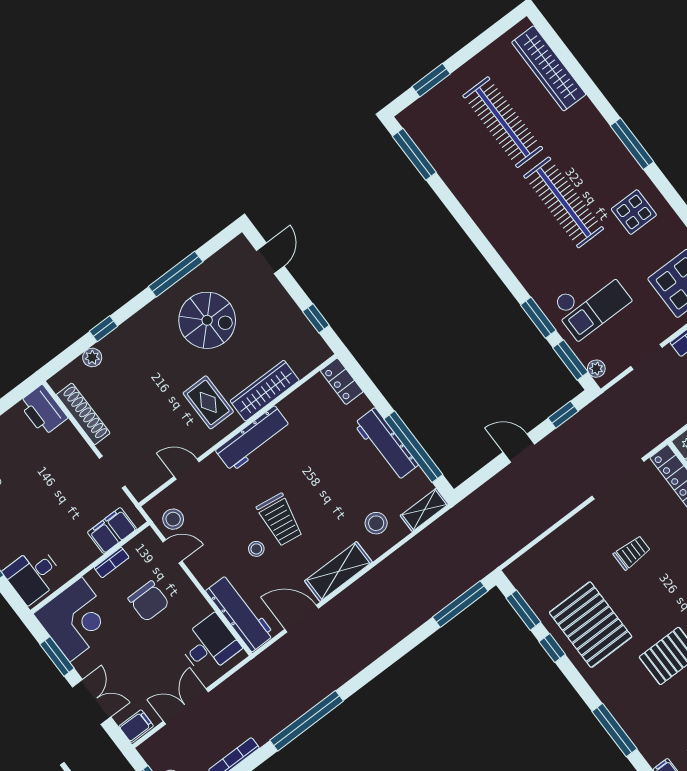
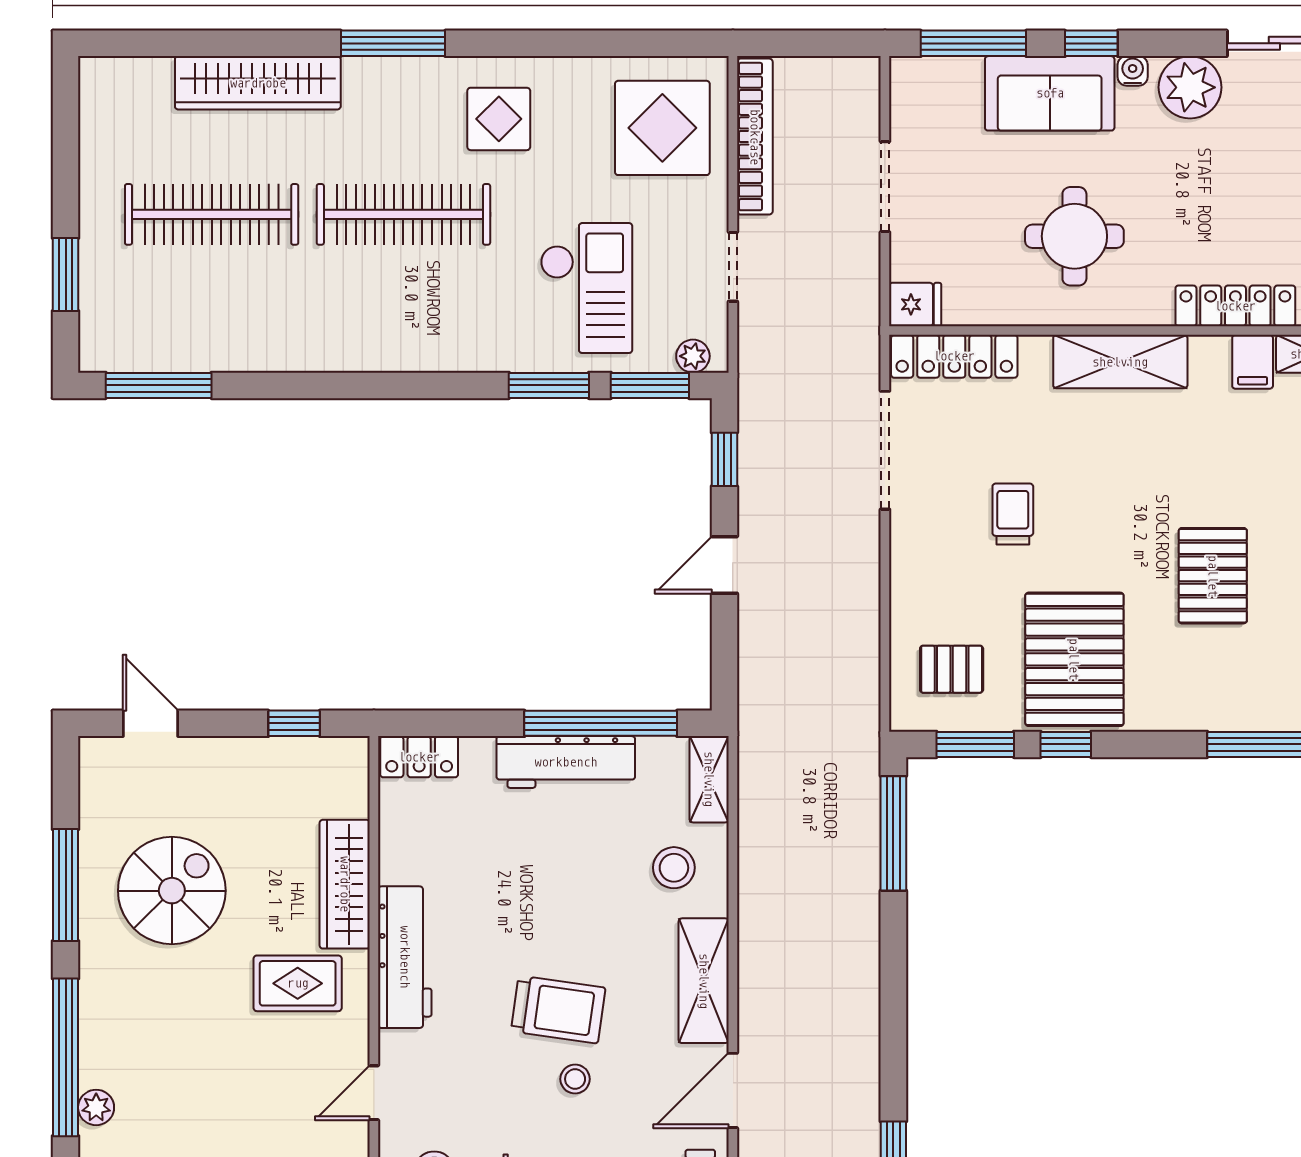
wardrobe: (549, 68) -> (258, 83), moved
window: (104, 329) -> (66, 1057), width x3.17
pallet: (547, 576) -> (952, 669), added
pallet: (591, 625) -> (1074, 659), turned 90

